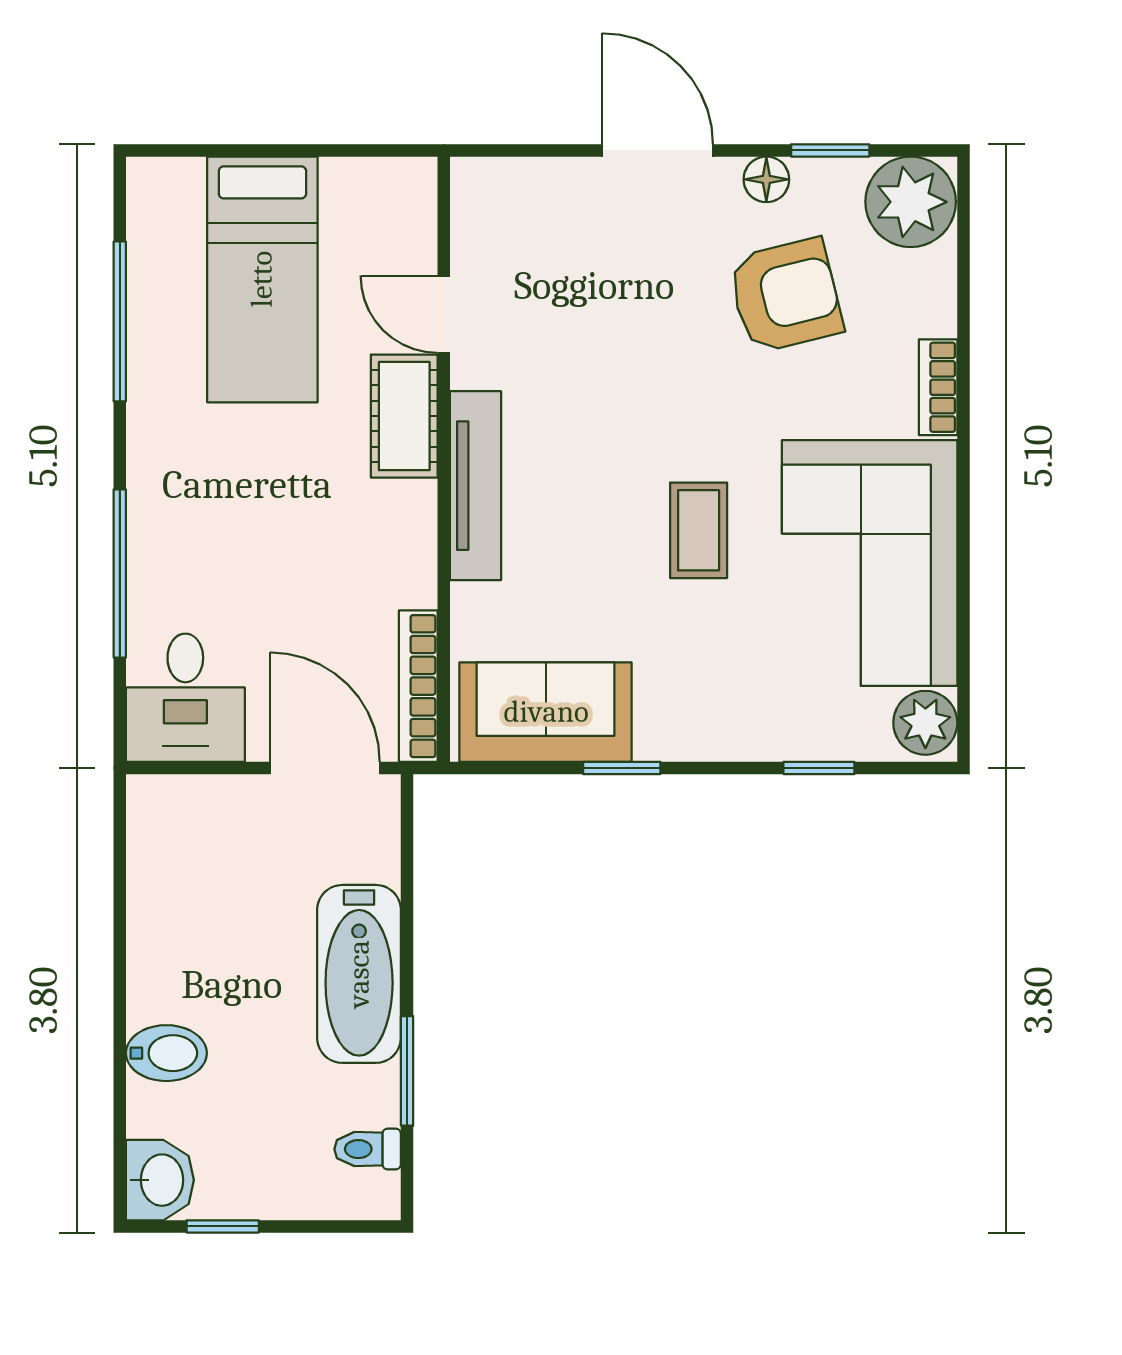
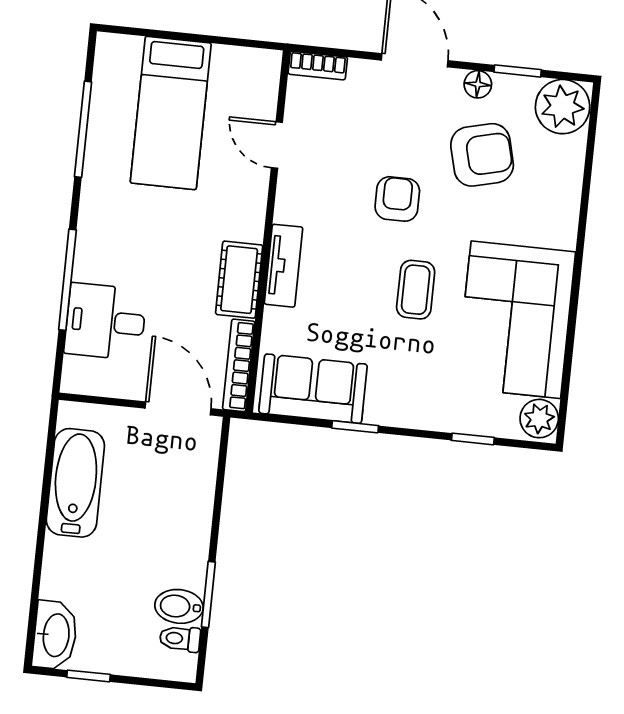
armchair: (653, 383) -> (397, 199), added
bookcase: (938, 387) -> (318, 66), moved, turned -90
cot: (404, 416) -> (239, 280), moved
tv unit: (475, 486) -> (284, 266), width x0.71
desk: (185, 698) -> (105, 322), moved, turned 90
bathtub: (359, 974) -> (75, 483), moved, turned 180
bidet: (166, 1053) -> (179, 606), moved, turned 180
washbasin: (160, 1180) -> (55, 635), width x1.38

